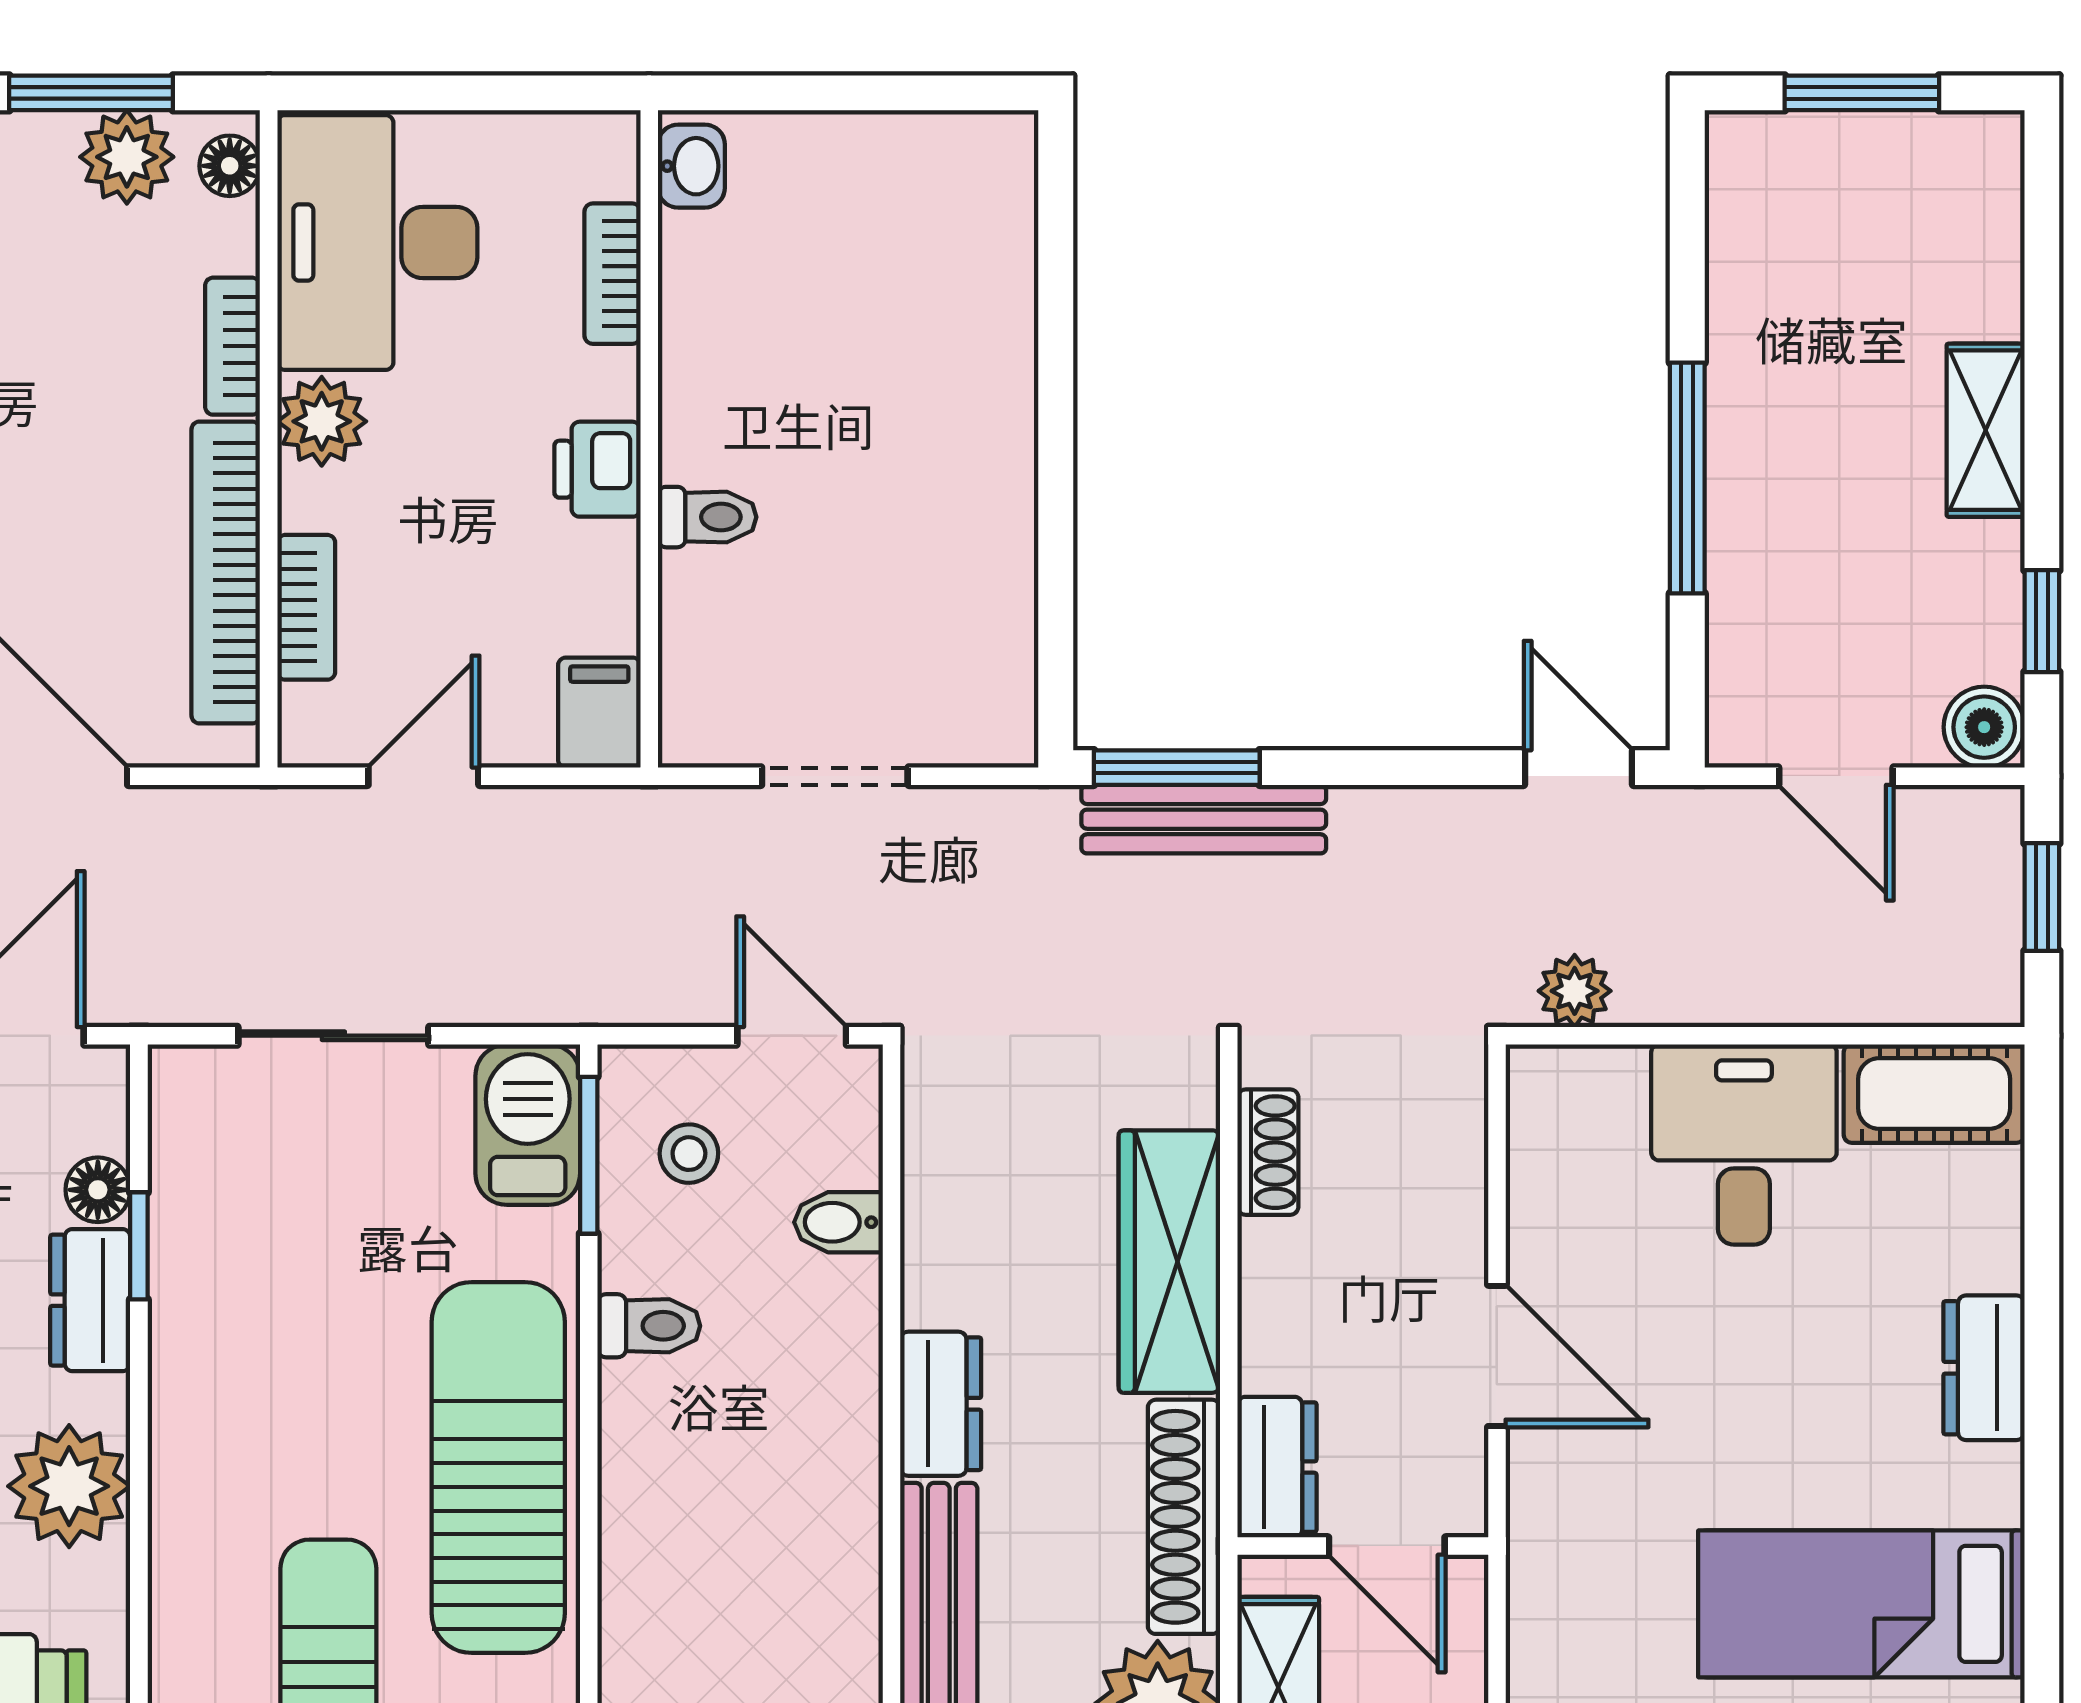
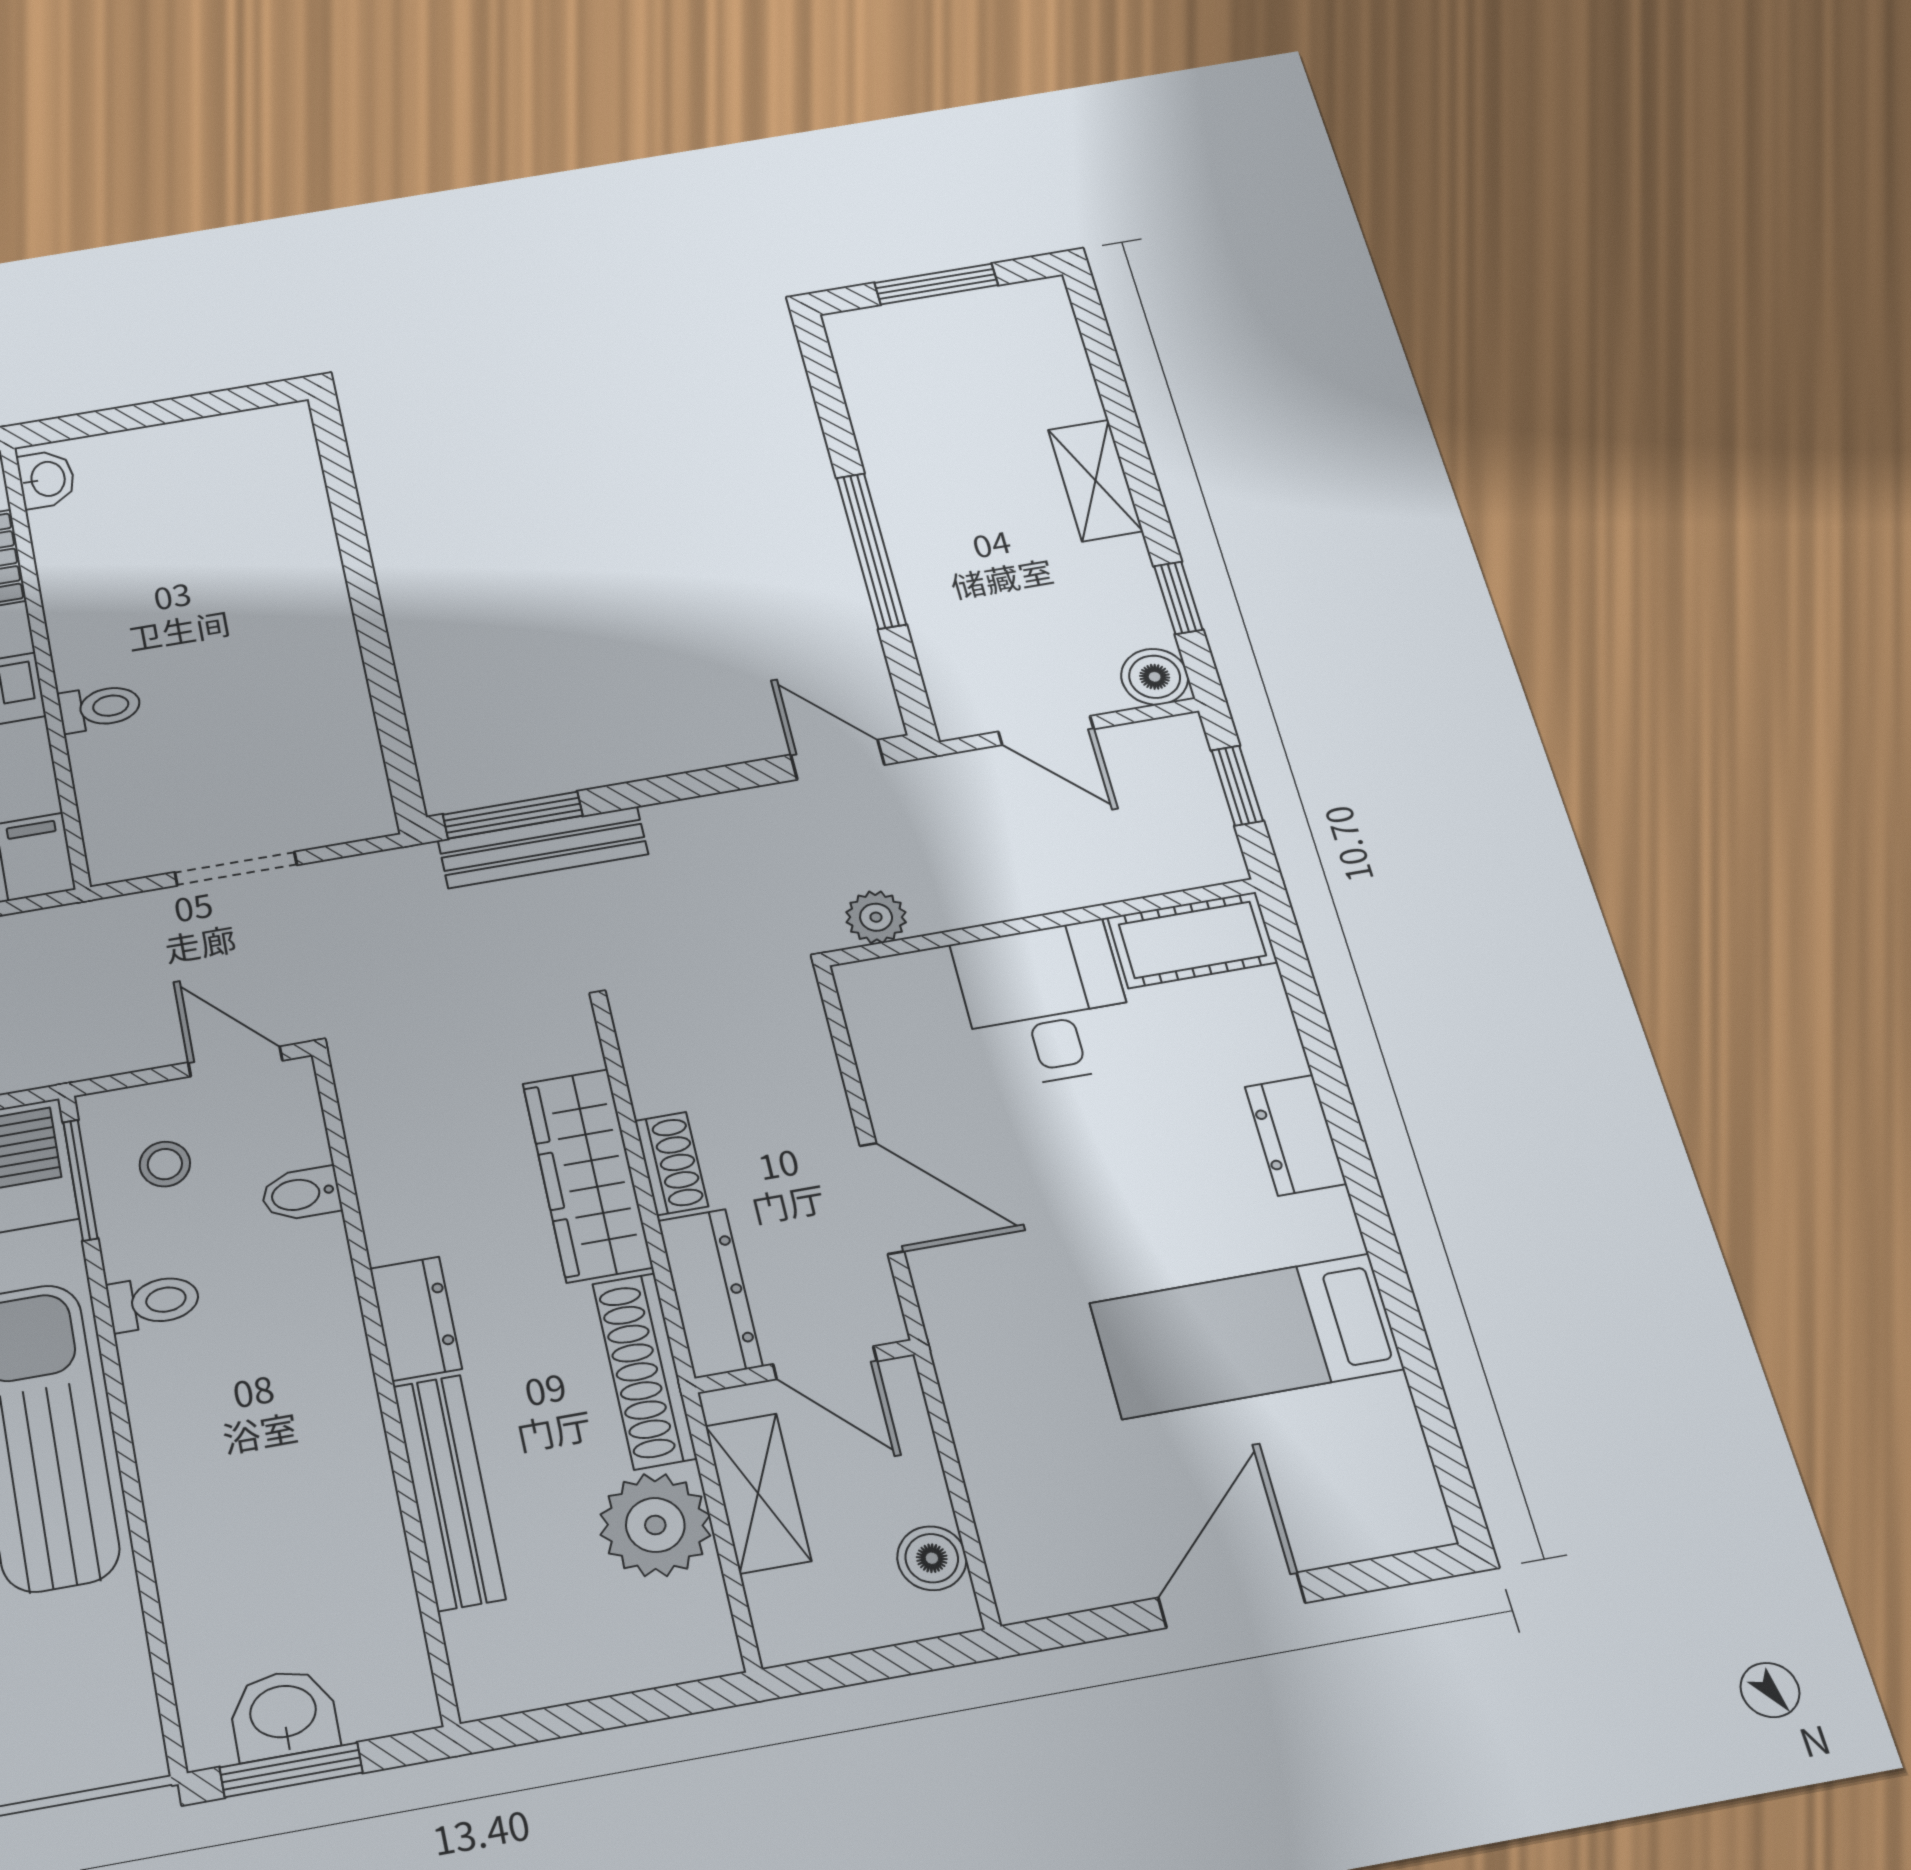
shoe rack: (1268, 1152) -> (671, 1163), moved
dresser: (1277, 1467) -> (710, 1293), width x1.44

